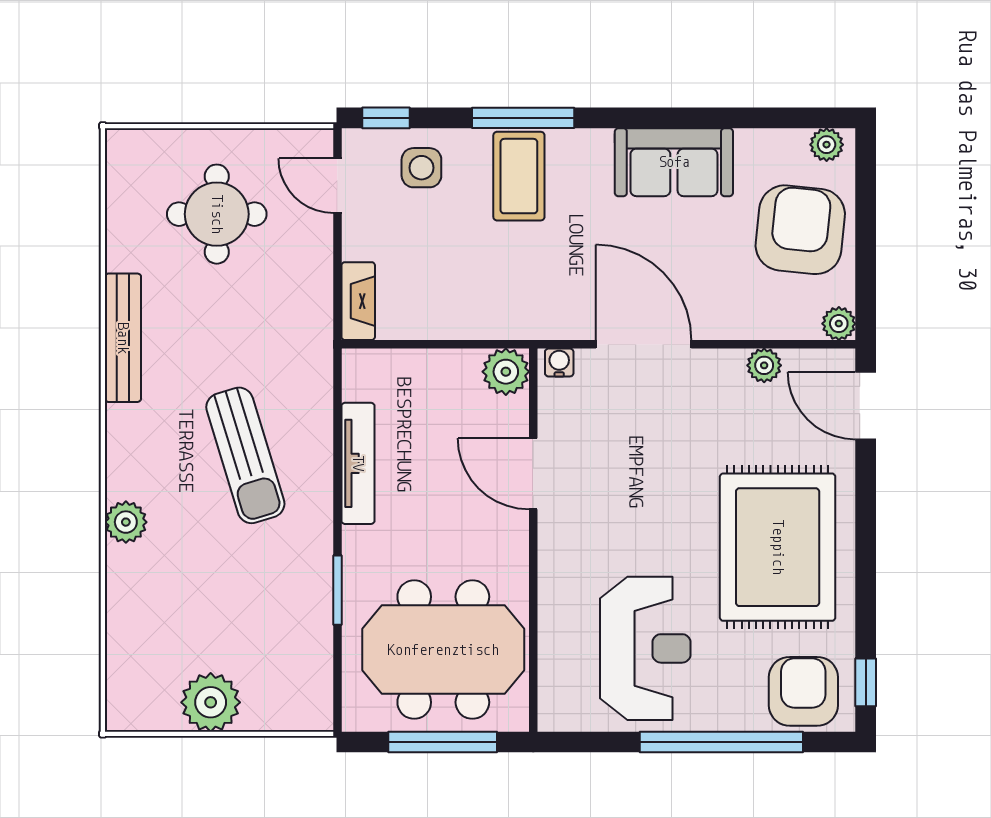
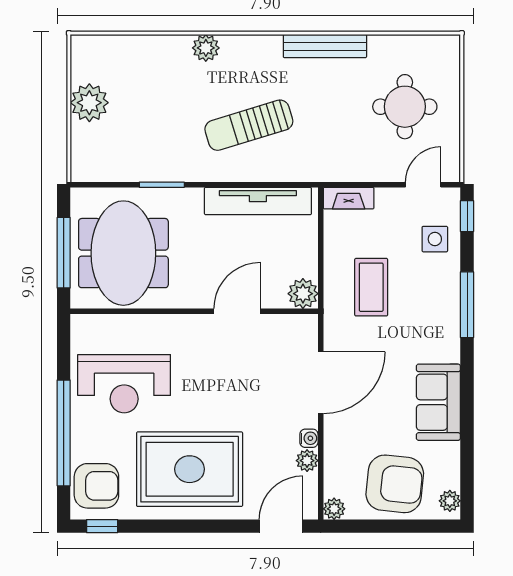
coffee table: (519, 176) -> (371, 287), moved, turned 90
water cooler: (559, 363) -> (309, 438), moved
tv unit: (358, 463) -> (258, 201), width x1.36, depth x1.29

